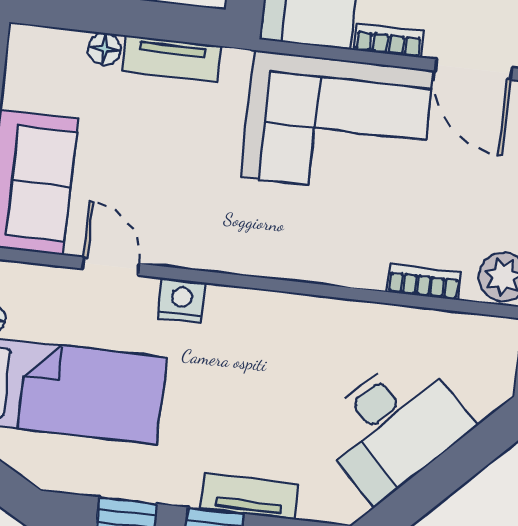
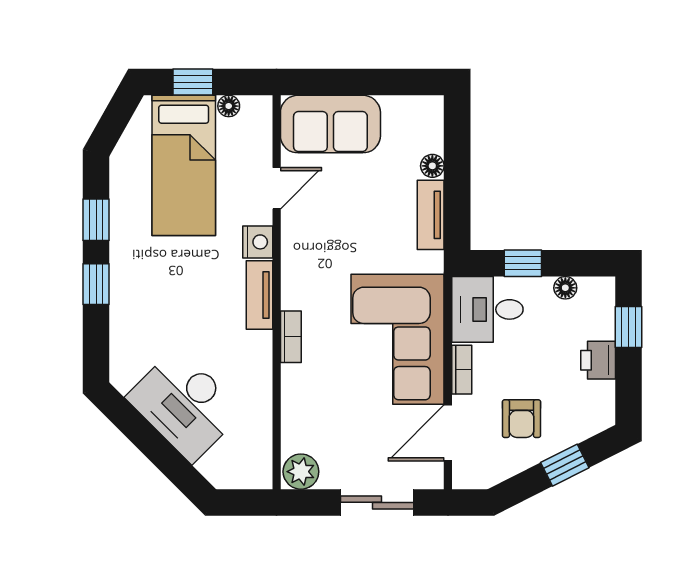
bookcase: (424, 282) -> (291, 337), moved
tv unit: (249, 496) -> (260, 295), moved, turned 180

